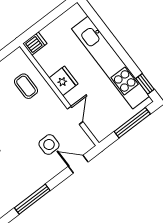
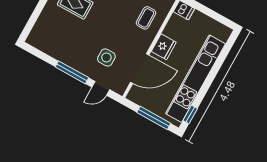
door: (75, 115) -> (140, 69), width x1.87
door: (78, 164) -> (101, 88), swing flipped
window: (32, 199) -> (72, 72), moved

